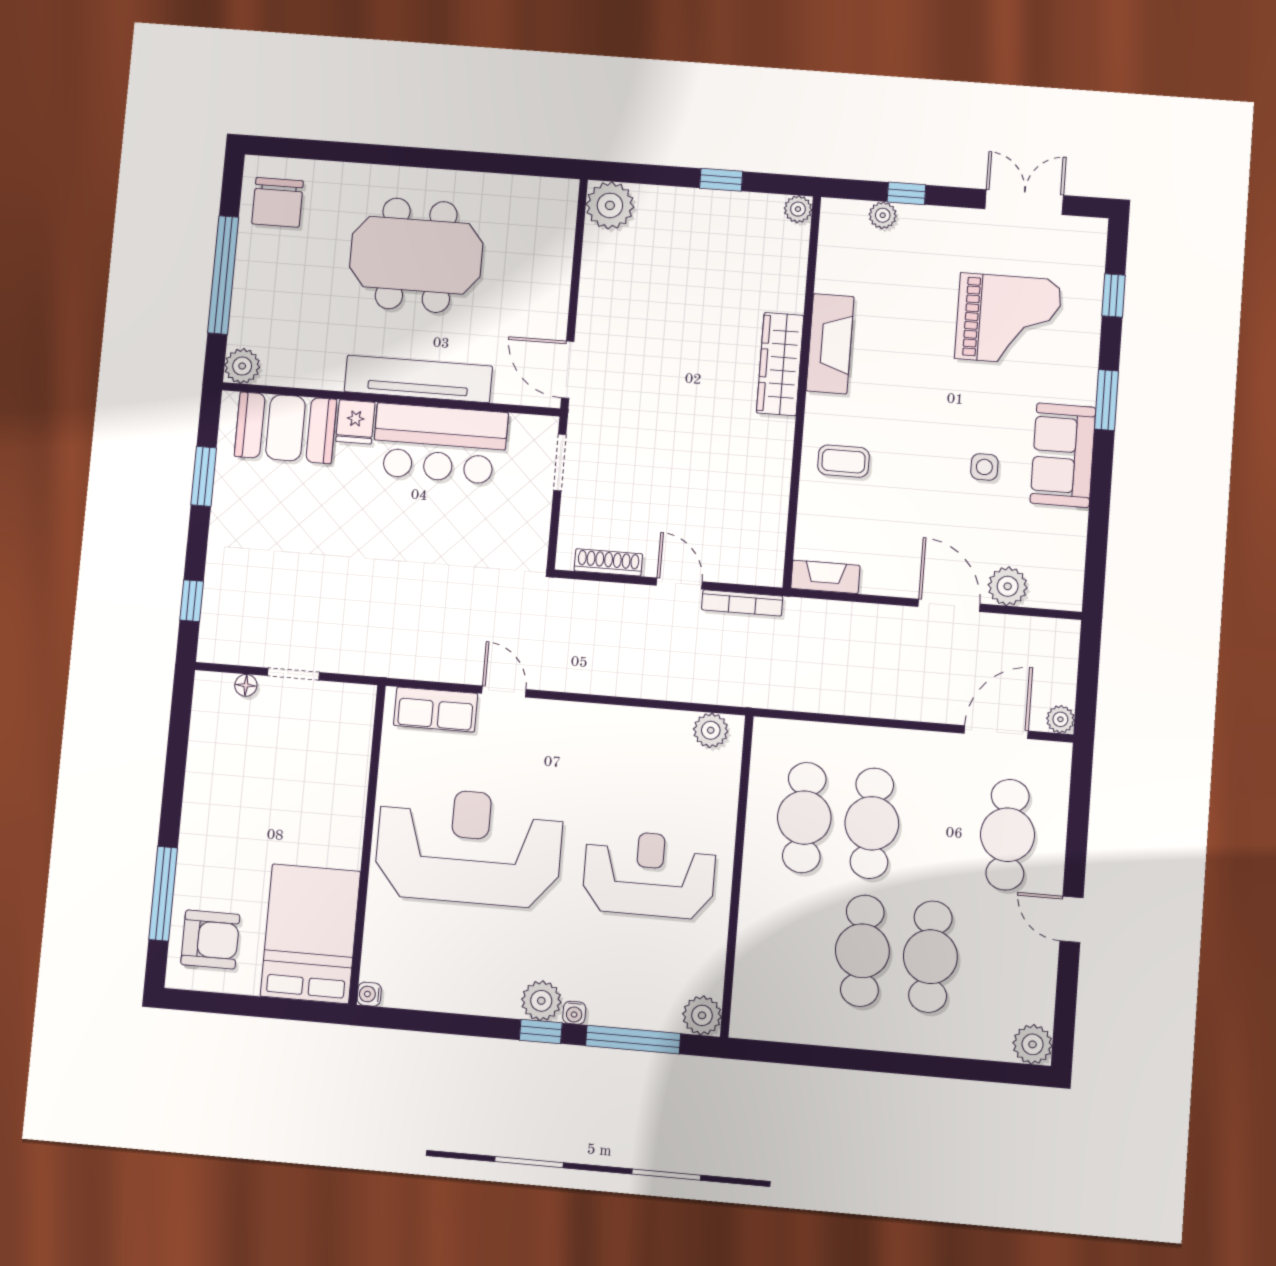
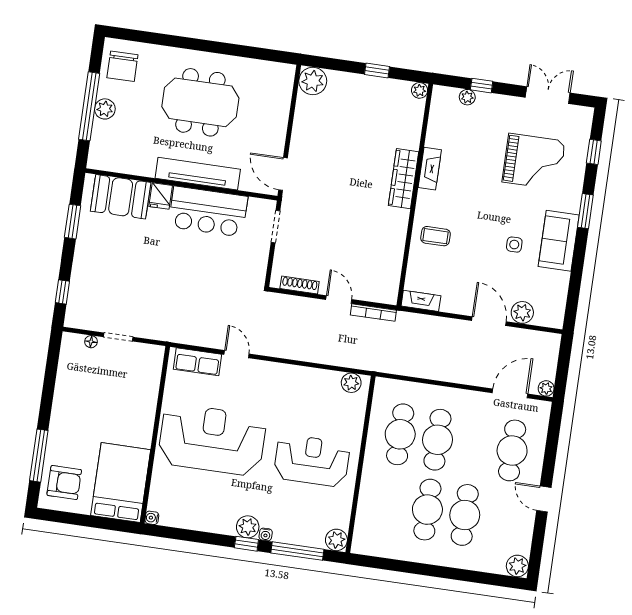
fireplace: (830, 344) -> (430, 169), width x0.73, depth x0.76
plant: (242, 366) -> (105, 109), moved

